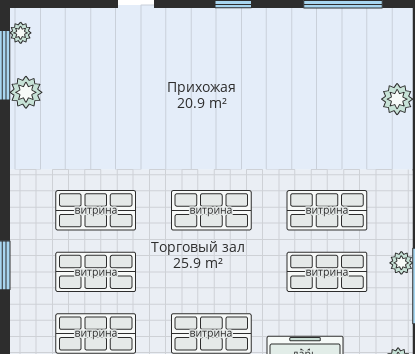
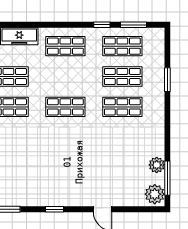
plant: (21, 33) -> (155, 194), width x1.88, depth x1.88

